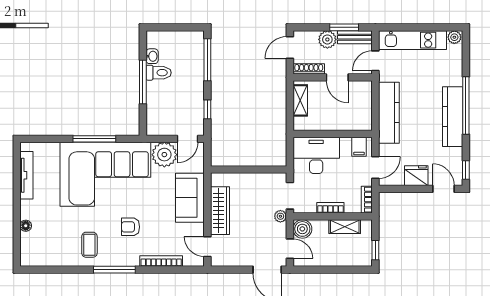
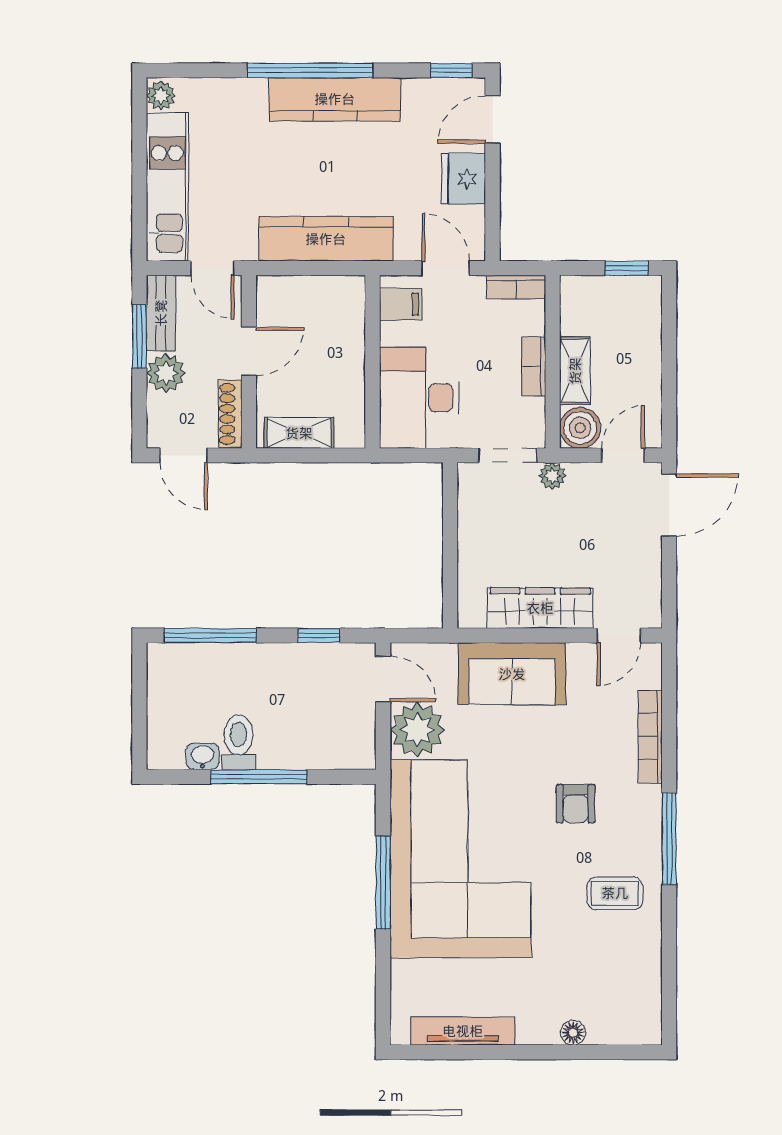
shelving: (345, 227) -> (575, 371), moved

